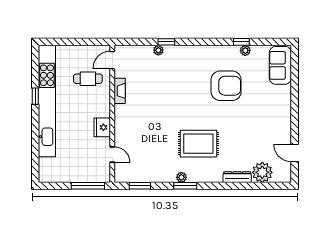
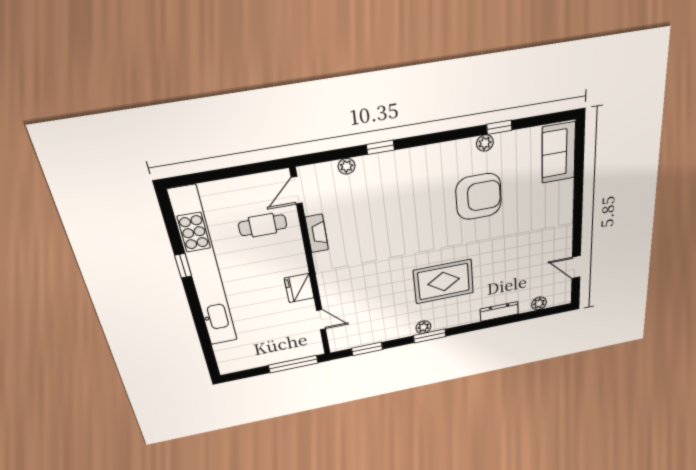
plant: (158, 50) -> (347, 166), moved
plant: (245, 50) -> (485, 143), moved
plant: (262, 172) -> (539, 303), width x0.53, depth x0.53

